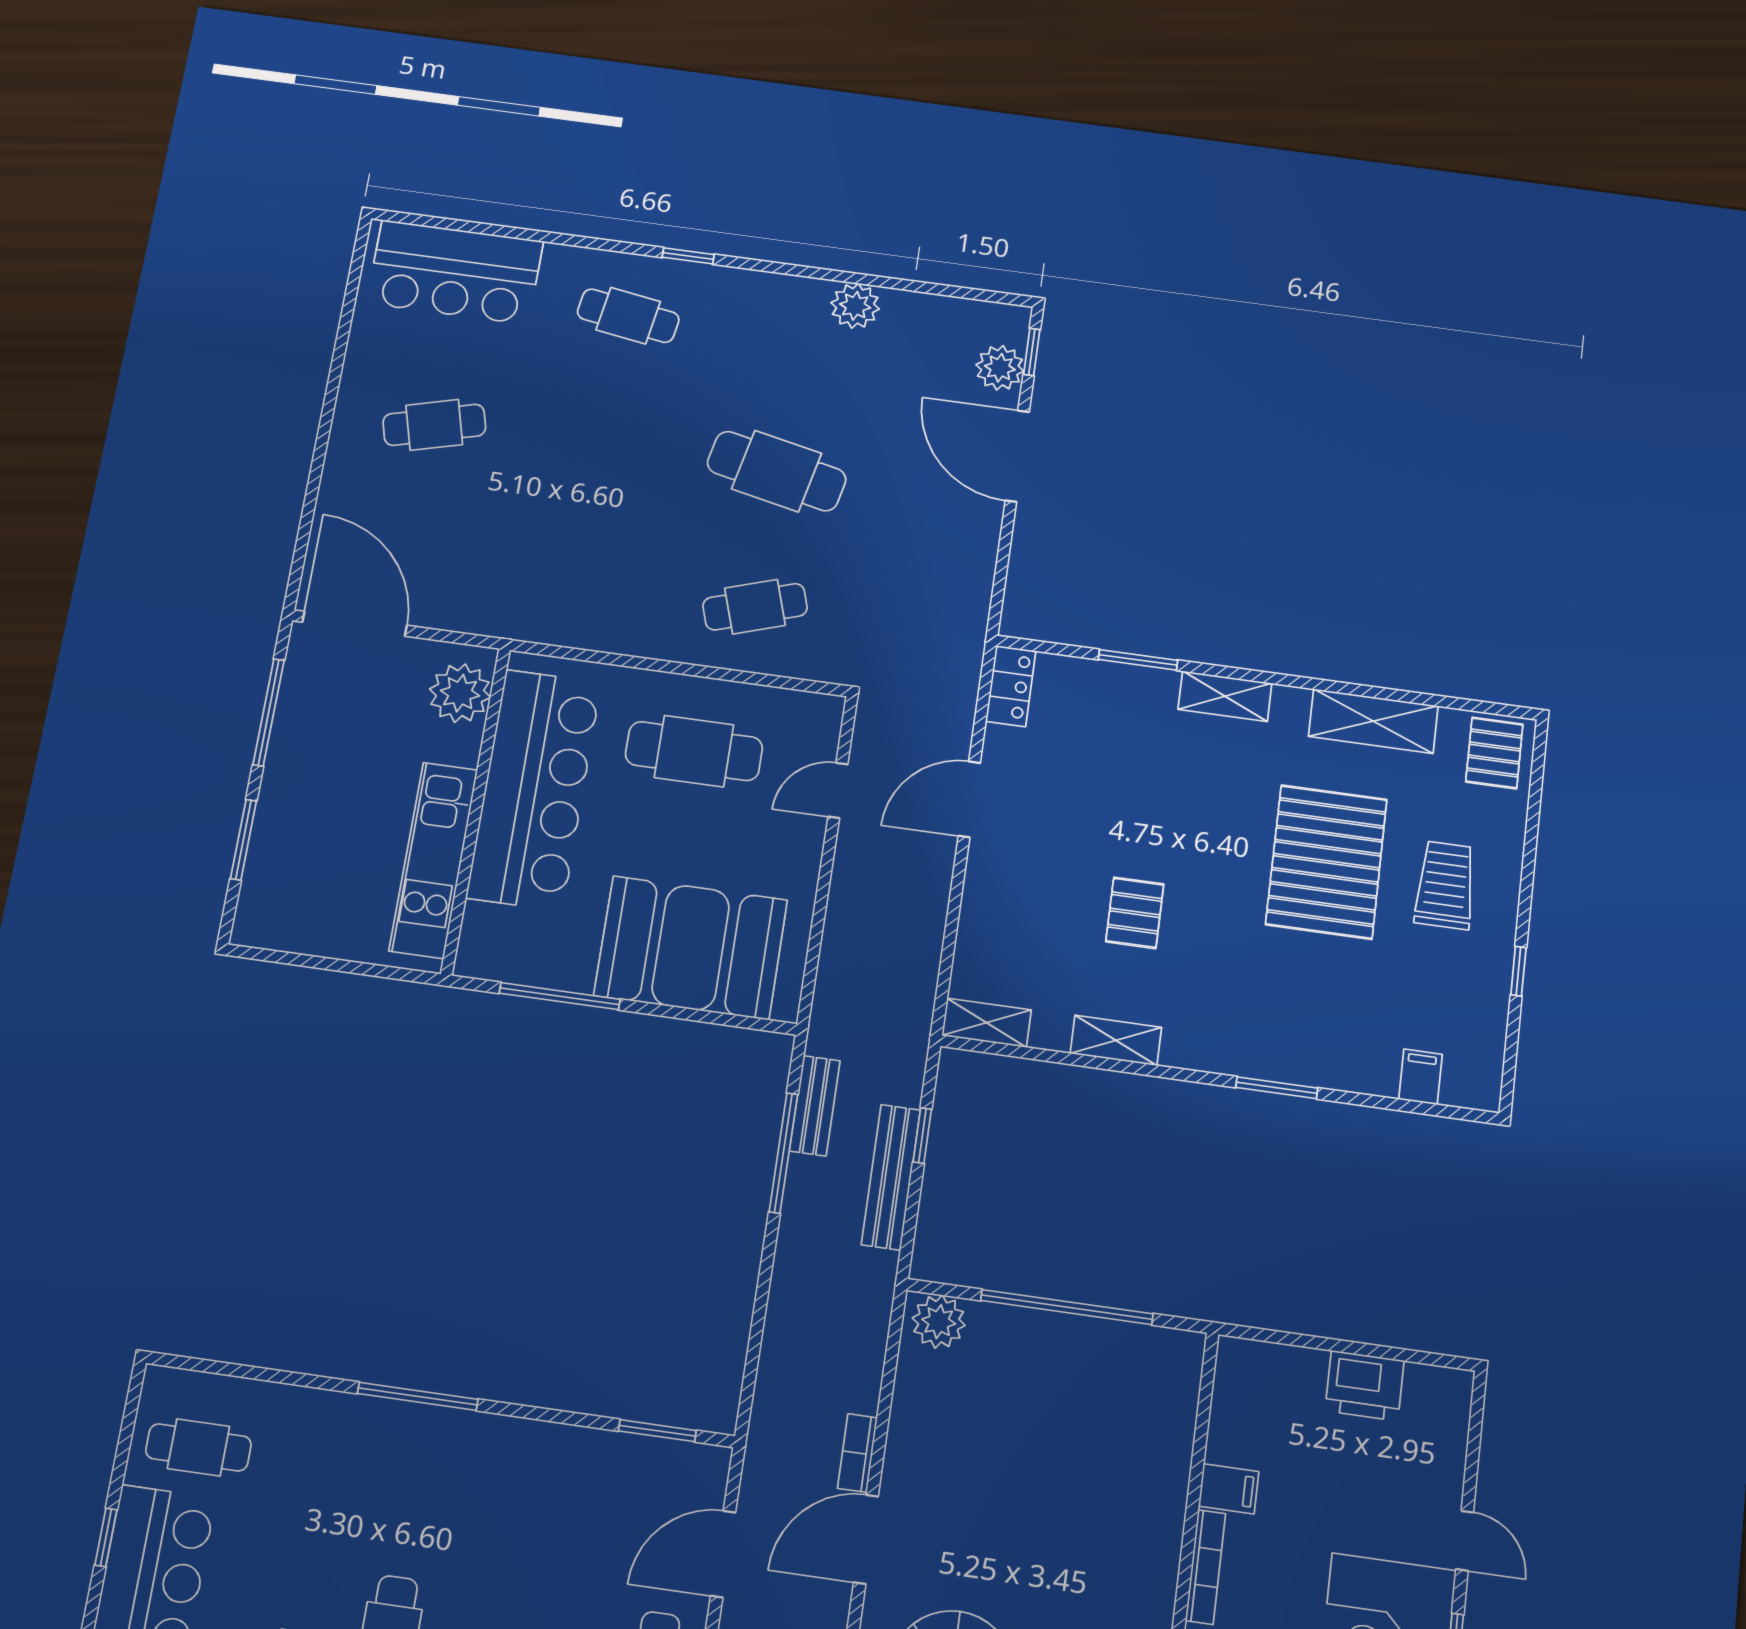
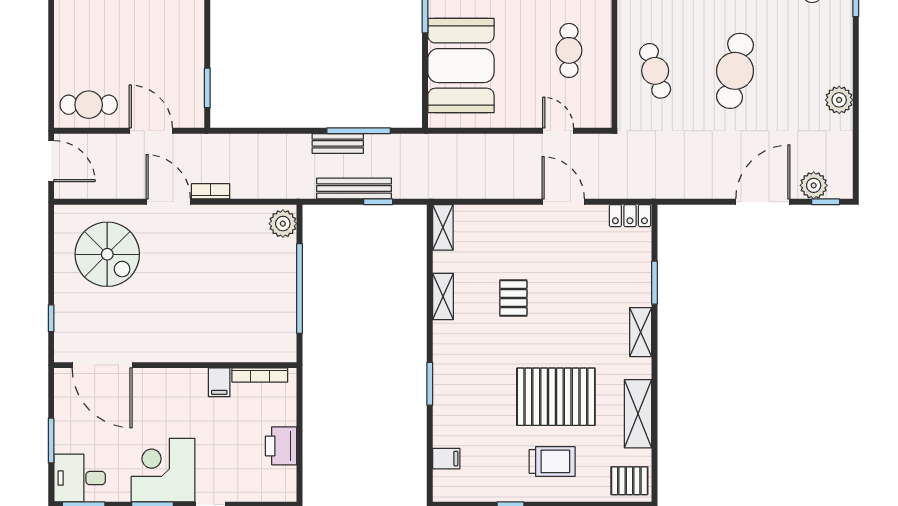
cafe table: (694, 751) -> (569, 50), width x0.73, depth x0.74
pallet: (1135, 913) -> (513, 298), turned 90
bench: (815, 1106) -> (338, 143), moved
bookcase: (1206, 1567) -> (260, 375), moved

